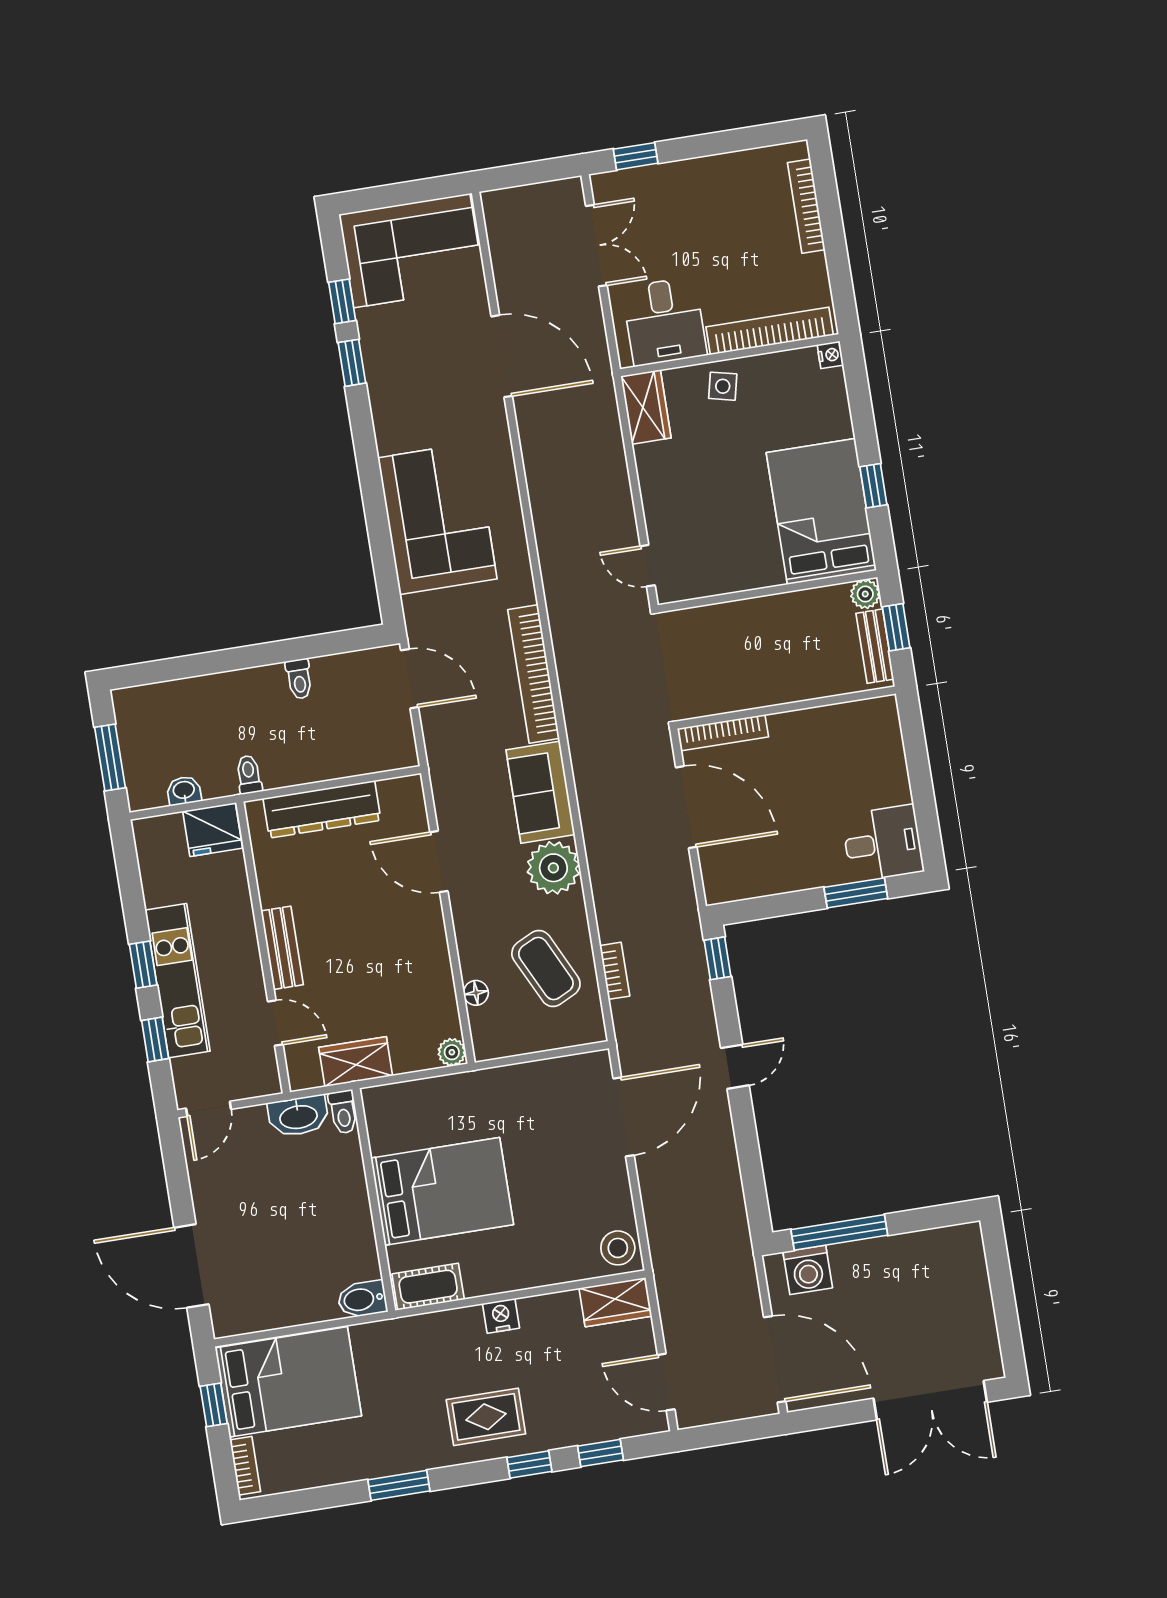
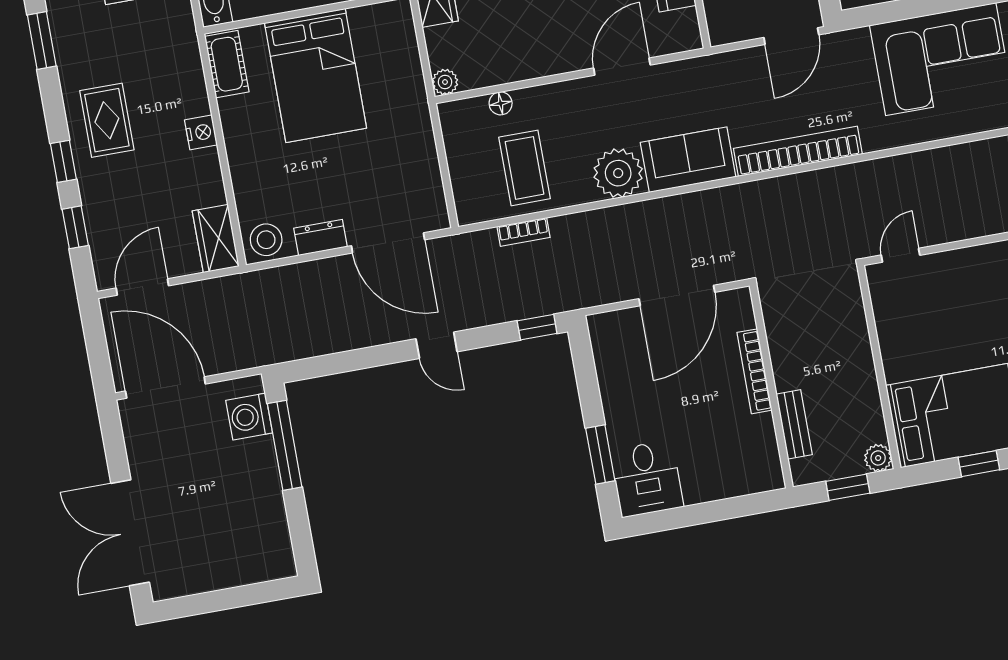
bench: (875, 646) -> (794, 424), moved, turned 90
bookcase: (723, 733) -> (754, 371), moved
coffee table: (546, 968) -> (524, 168), turned -64
dresser: (617, 1189) -> (320, 237), added
door: (775, 1359) -> (165, 388), swing flipped

